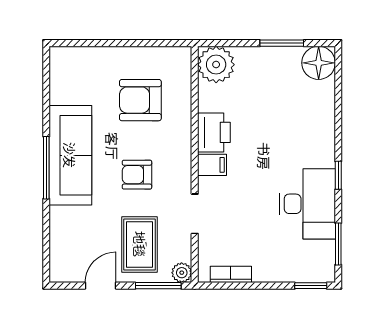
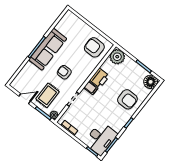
armchair: (140, 100) -> (94, 47), moved
armchair: (300, 132) -> (127, 99), added
desk: (308, 204) -> (101, 138), moved

